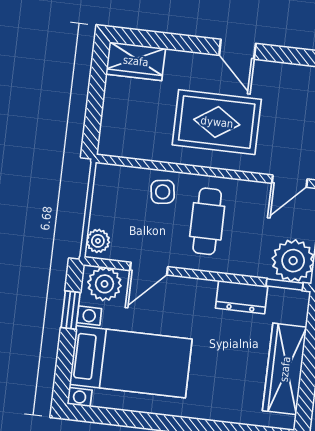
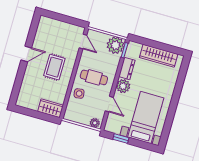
wardrobe: (136, 61) -> (51, 108), moved, turned -90
rug: (217, 122) -> (54, 67), width x0.73, depth x0.70
plant: (104, 284) -> (123, 86), moved

